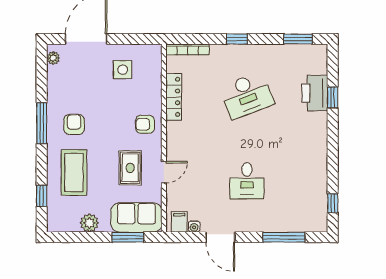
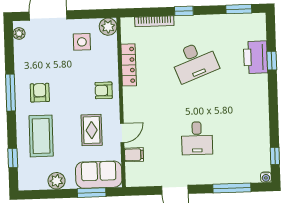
bookcase: (188, 49) -> (154, 21), moved
plant: (152, 54) -> (108, 27), added
filing cabinet: (179, 222) -> (134, 155), moved, turned 90
water cooler: (194, 226) -> (266, 177), moved

